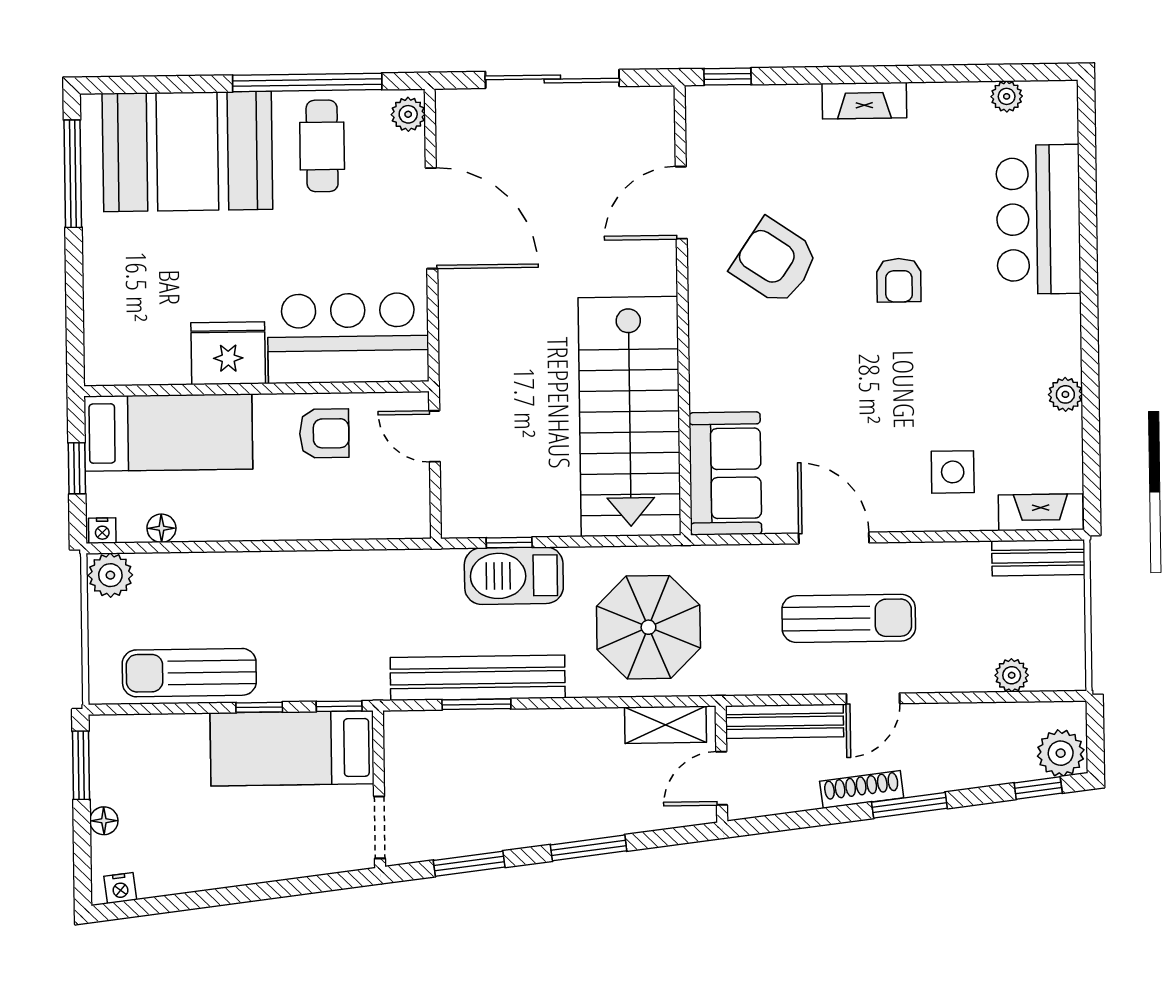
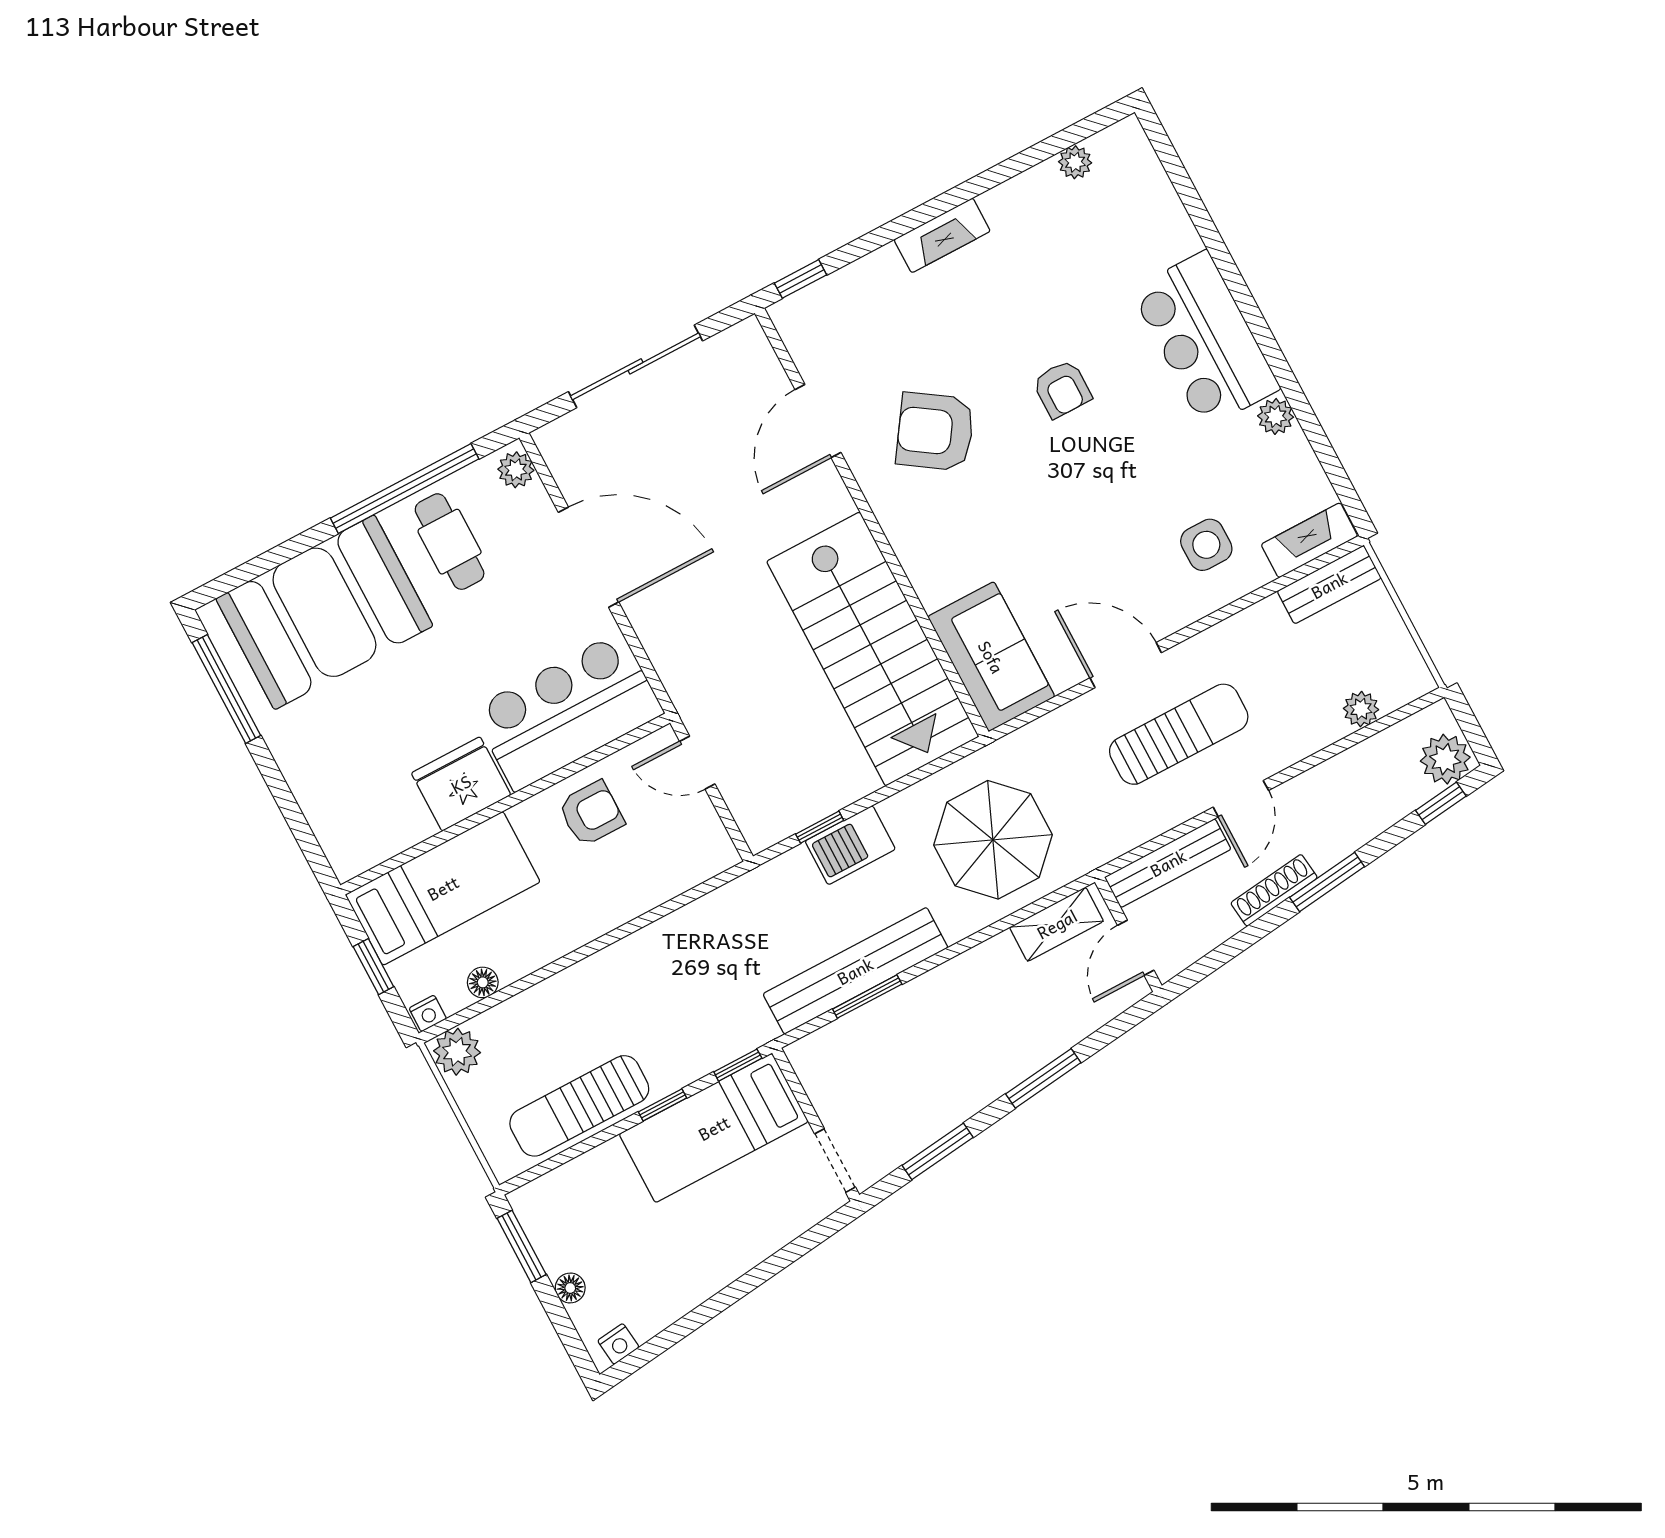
bar counter: (1039, 219) -> (1205, 339), moved
barbecue: (514, 576) -> (850, 845), width x0.73, depth x0.83

